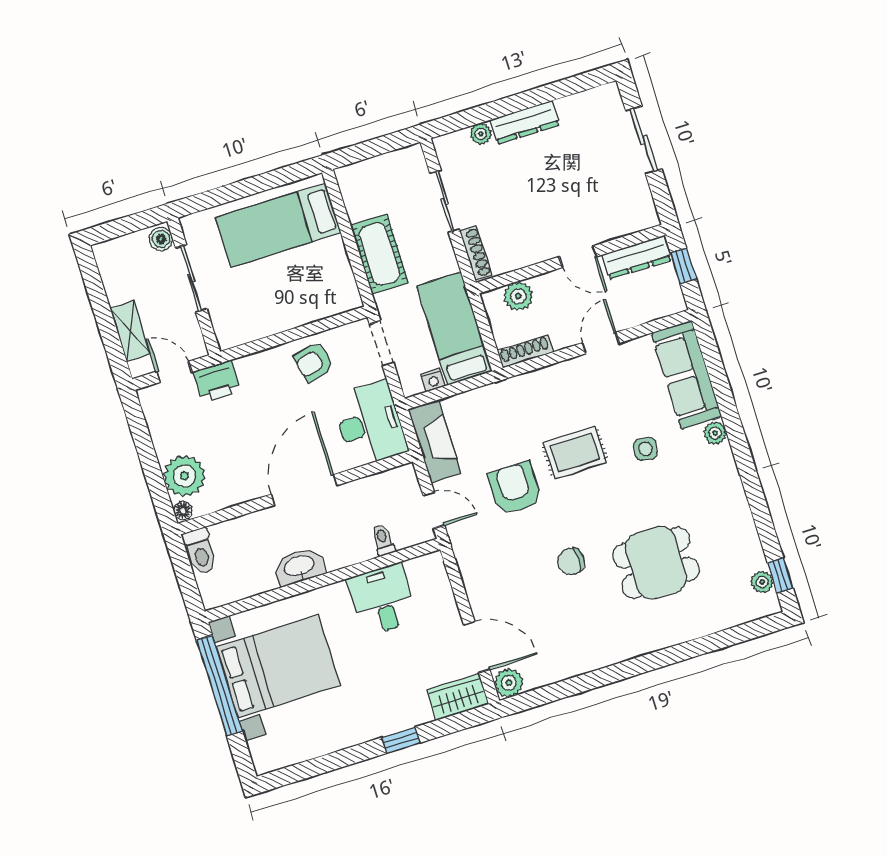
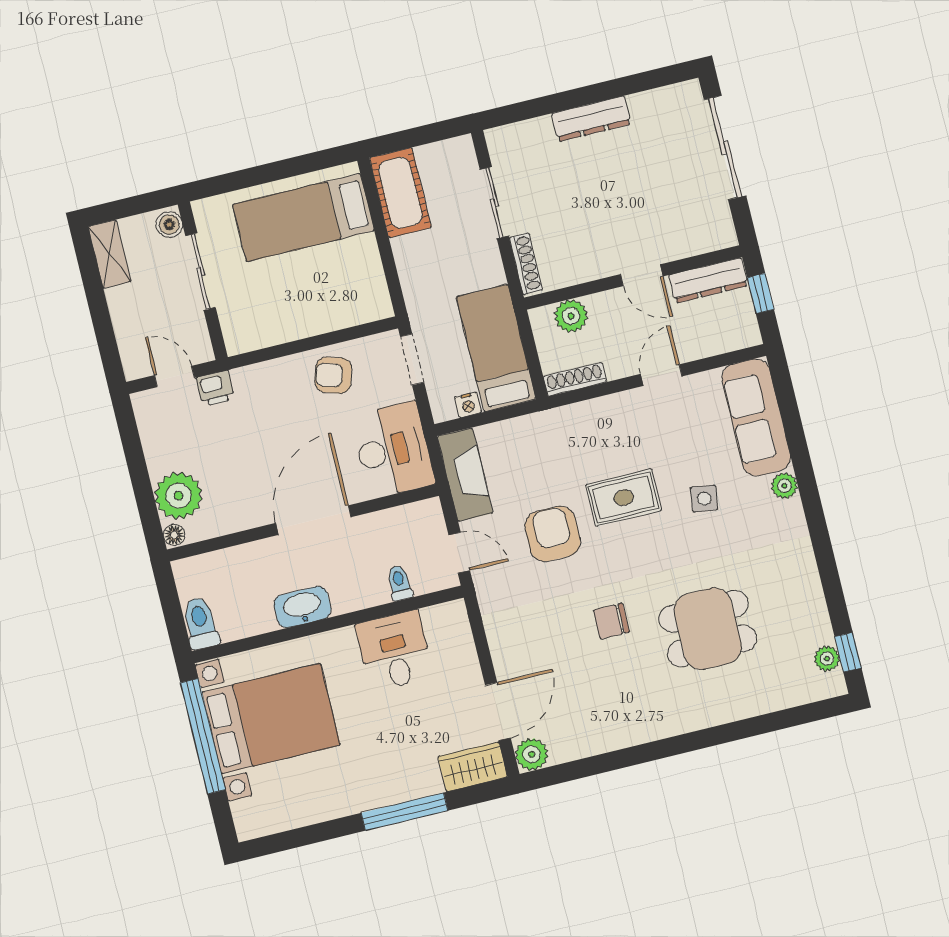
plant: (481, 134) -> (540, 129), removed
sliding door: (644, 140) -> (725, 148), width x1.37
cot: (379, 254) -> (400, 193), moved
shelving: (130, 331) -> (110, 254), moved
armchair: (313, 362) -> (333, 375), turned 31
printer: (217, 381) -> (215, 388), width x0.73, depth x0.81
toilet: (200, 551) -> (201, 623), moved, turned 180
door: (477, 647) -> (498, 712), hinge flipped
window: (401, 740) -> (405, 812), width x2.17

